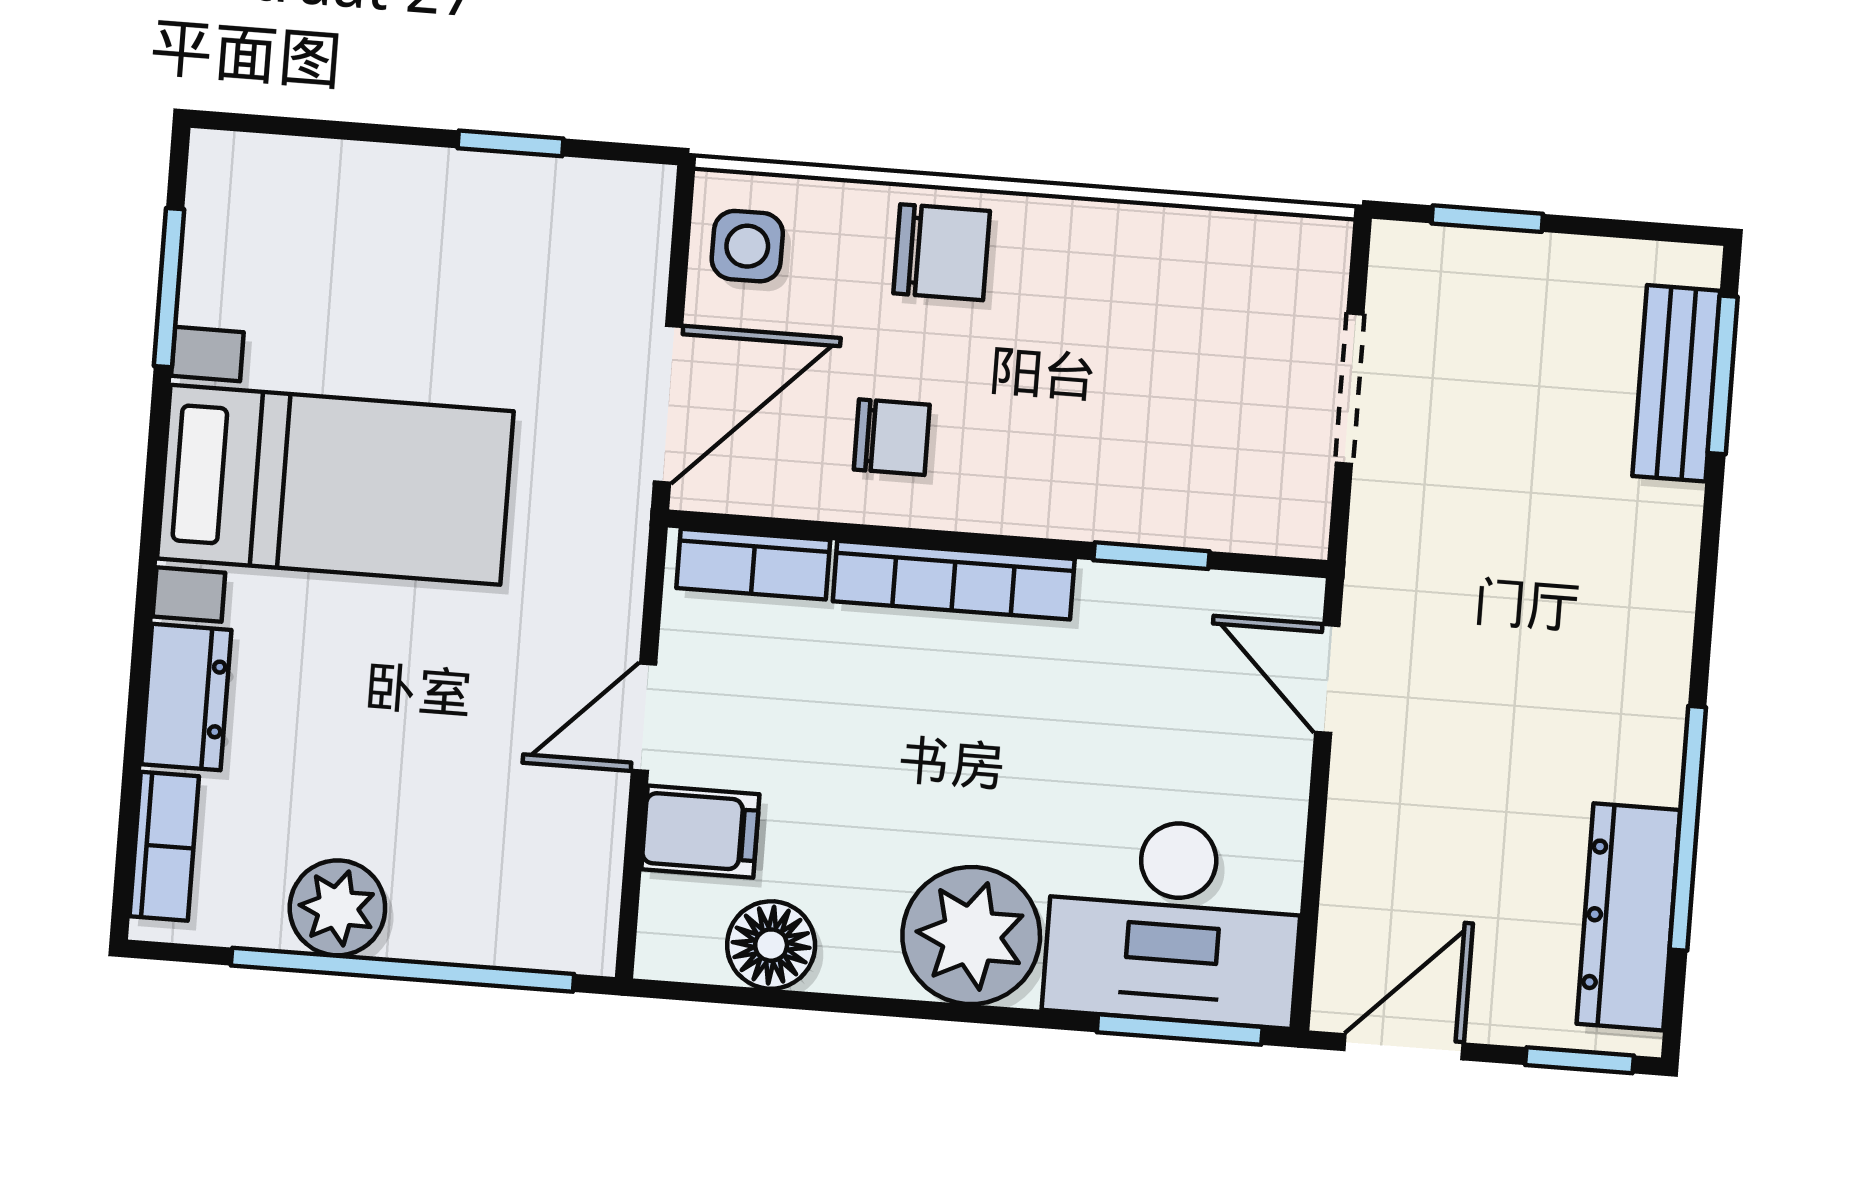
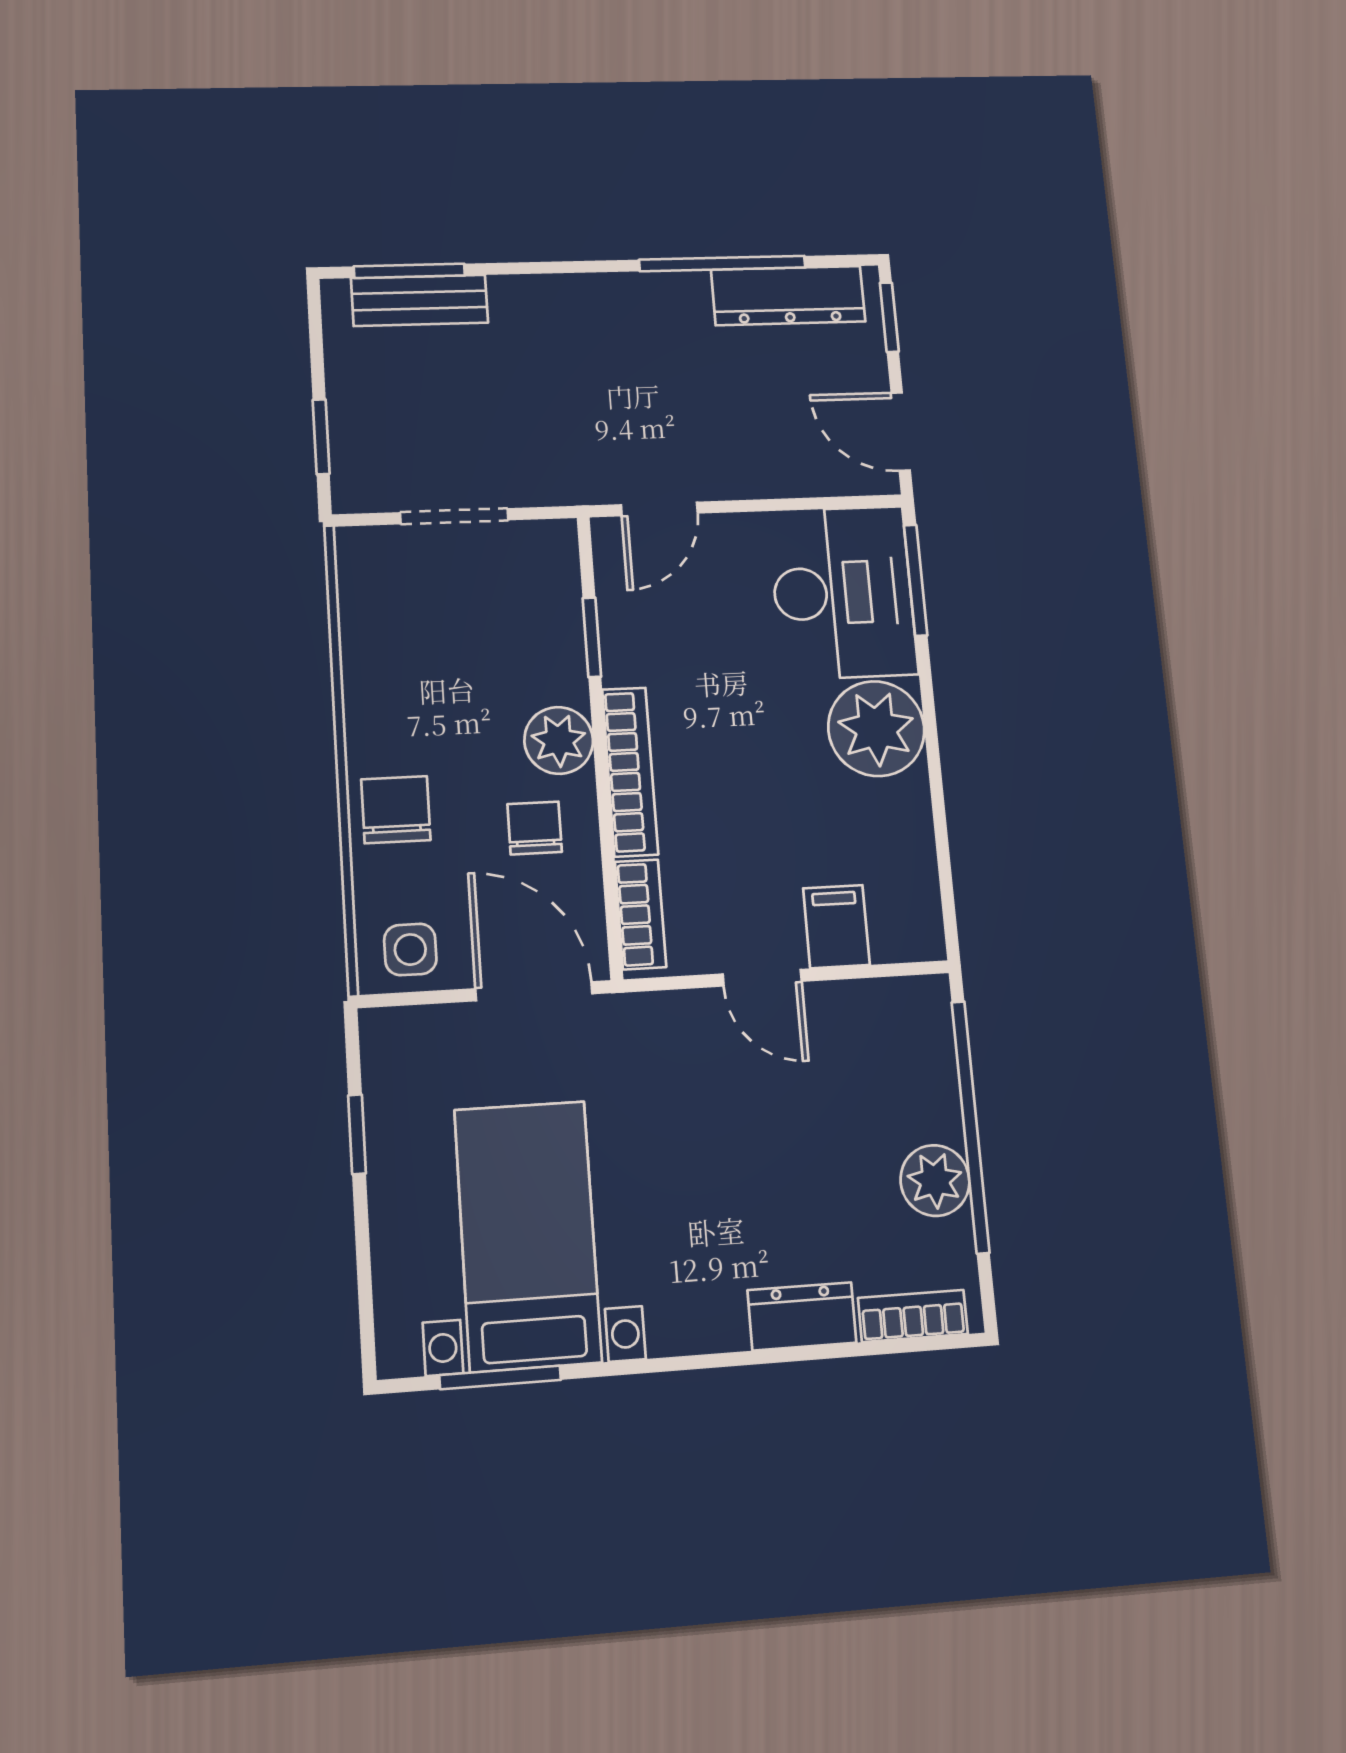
bed with nightstands: (335, 485) -> (528, 1235), moved
plant: (1010, 488) -> (559, 740), added
floor lamp: (771, 945) -> (907, 866), removed

